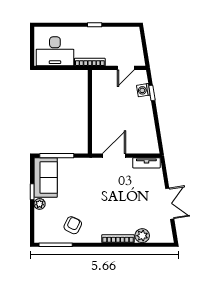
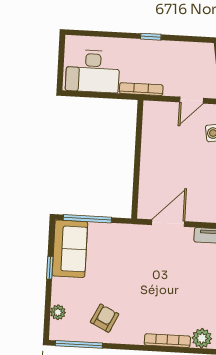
plant: (40, 204) -> (58, 312), moved

